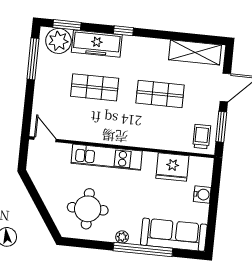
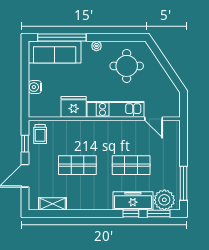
window: (123, 31) -> (131, 213), moved
shelving: (195, 52) -> (53, 204), width x0.67, depth x0.75
window: (221, 127) -> (25, 144), width x0.67
door: (45, 139) -> (154, 119), moved
fridge: (172, 167) -> (74, 107), moved
window: (143, 249) -> (62, 37), moved

